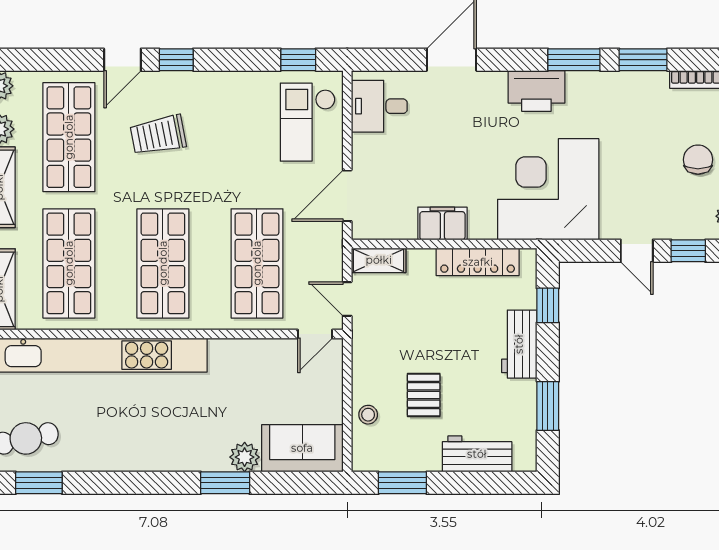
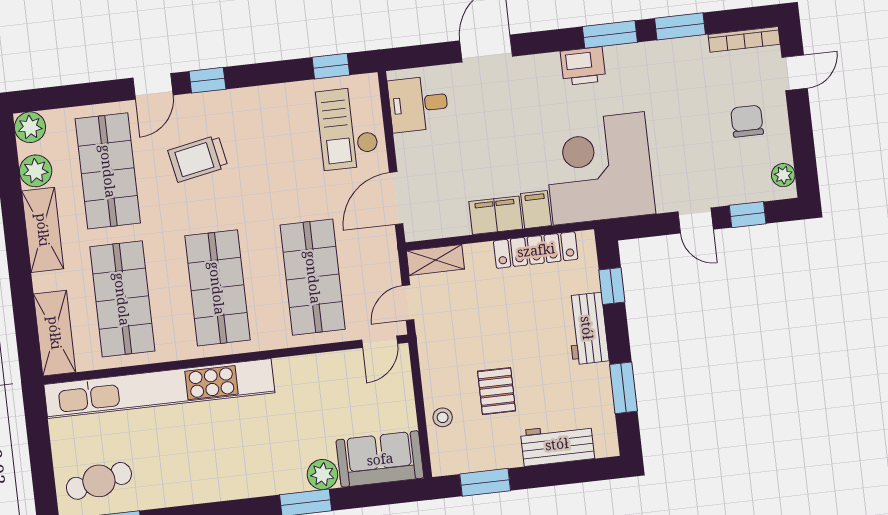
printer: (536, 91) -> (583, 66), width x0.73, depth x0.84
filing cabinet: (482, 222) -> (536, 210), added
door: (347, 299) -> (408, 303), hinge flipped

